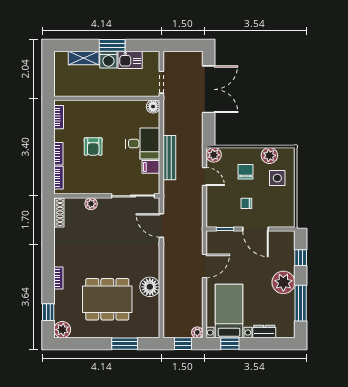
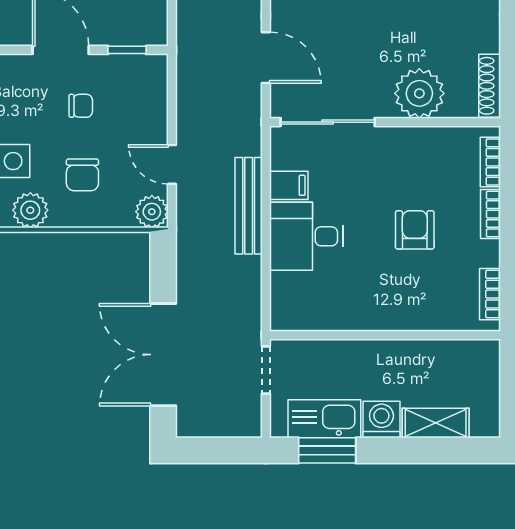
window: (112, 45) -> (327, 450), moved
kitchen sink: (130, 60) -> (324, 419), width x1.38
floor lamp: (153, 107) -> (284, 317), removed
plant: (91, 204) -> (419, 93), width x1.88, depth x1.88

